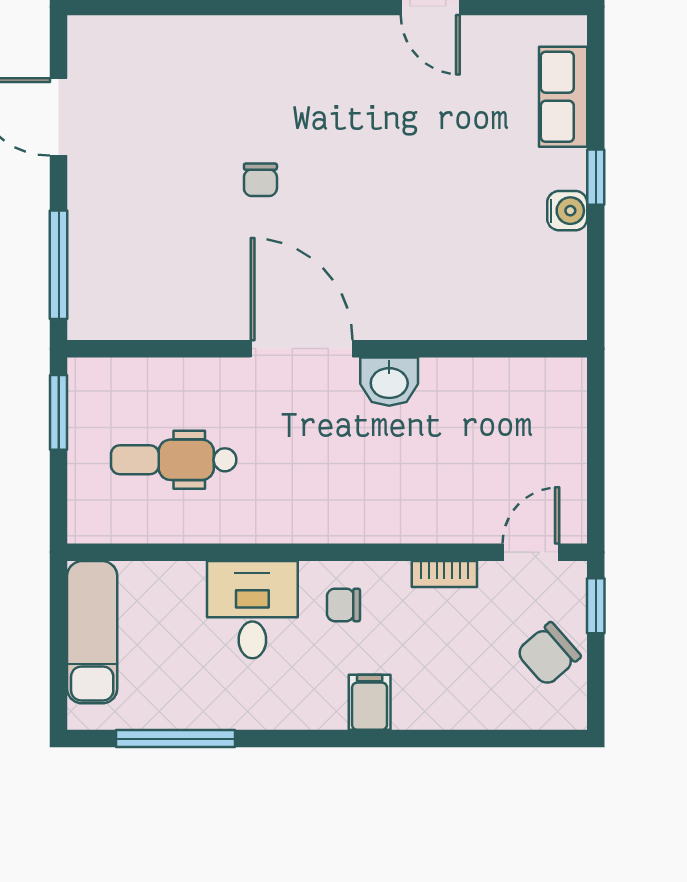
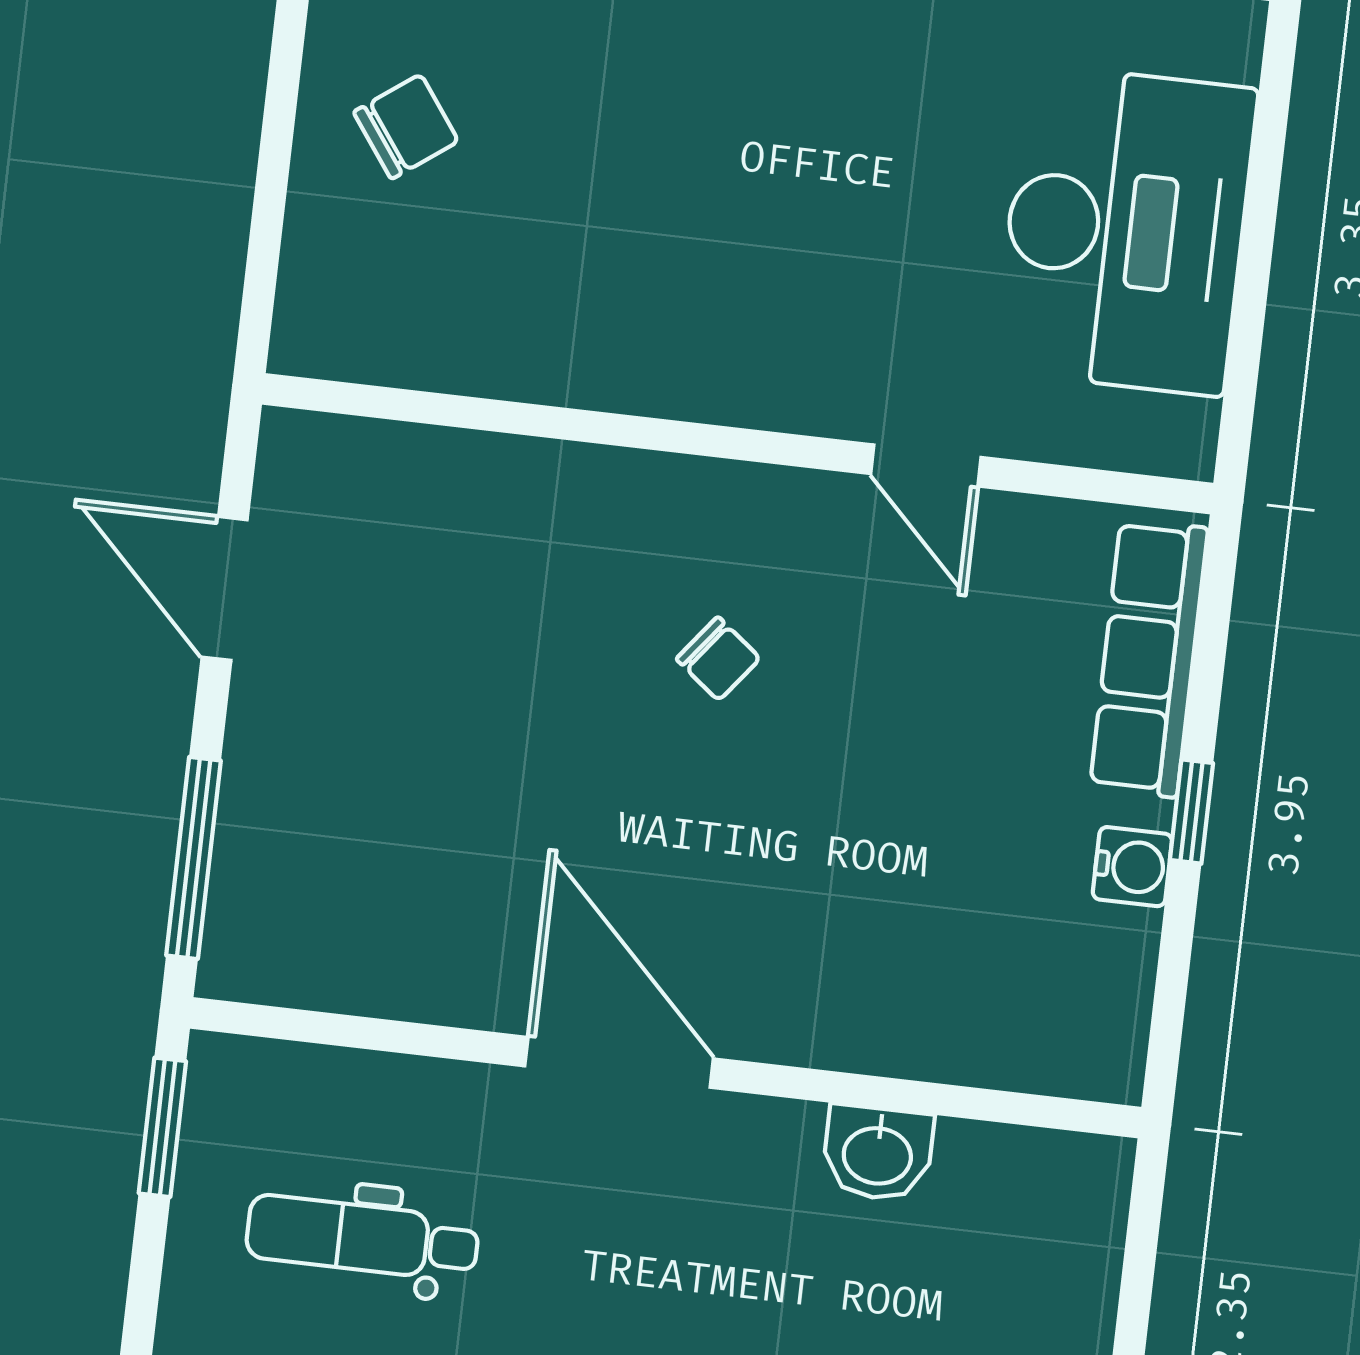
row of seats: (563, 97) -> (1149, 658), width x1.48
chair: (260, 180) -> (718, 659), moved, turned -52
washbasin: (389, 382) -> (878, 1153), moved

